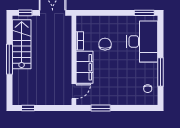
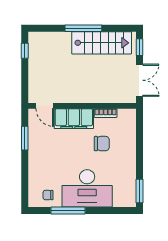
desk: (142, 41) -> (87, 188), moved

